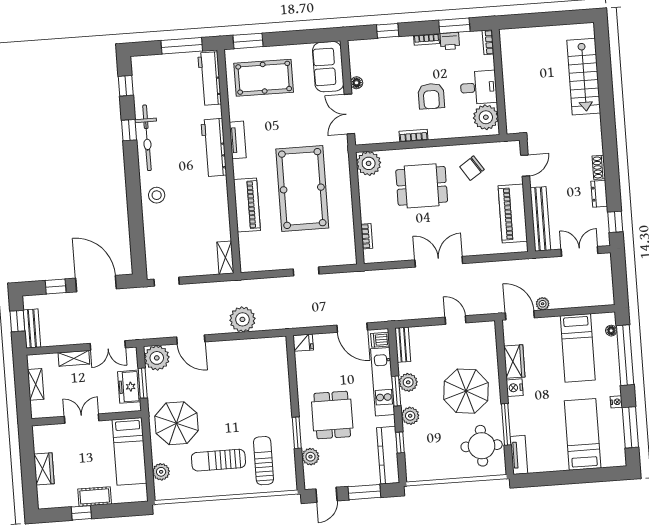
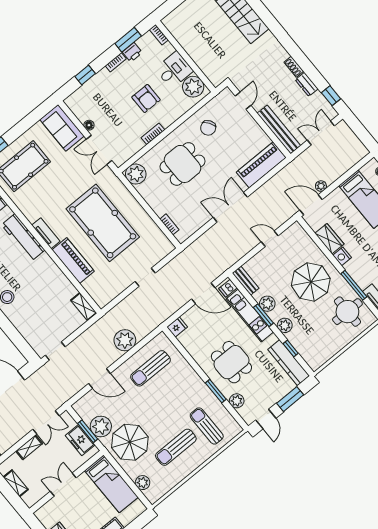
tv unit: (238, 140) -> (46, 233), moved
piano: (513, 214) -> (261, 165), moved, turned 90
plant: (157, 358) -> (101, 426), moved
sun lounger: (248, 365) -> (150, 368), added

